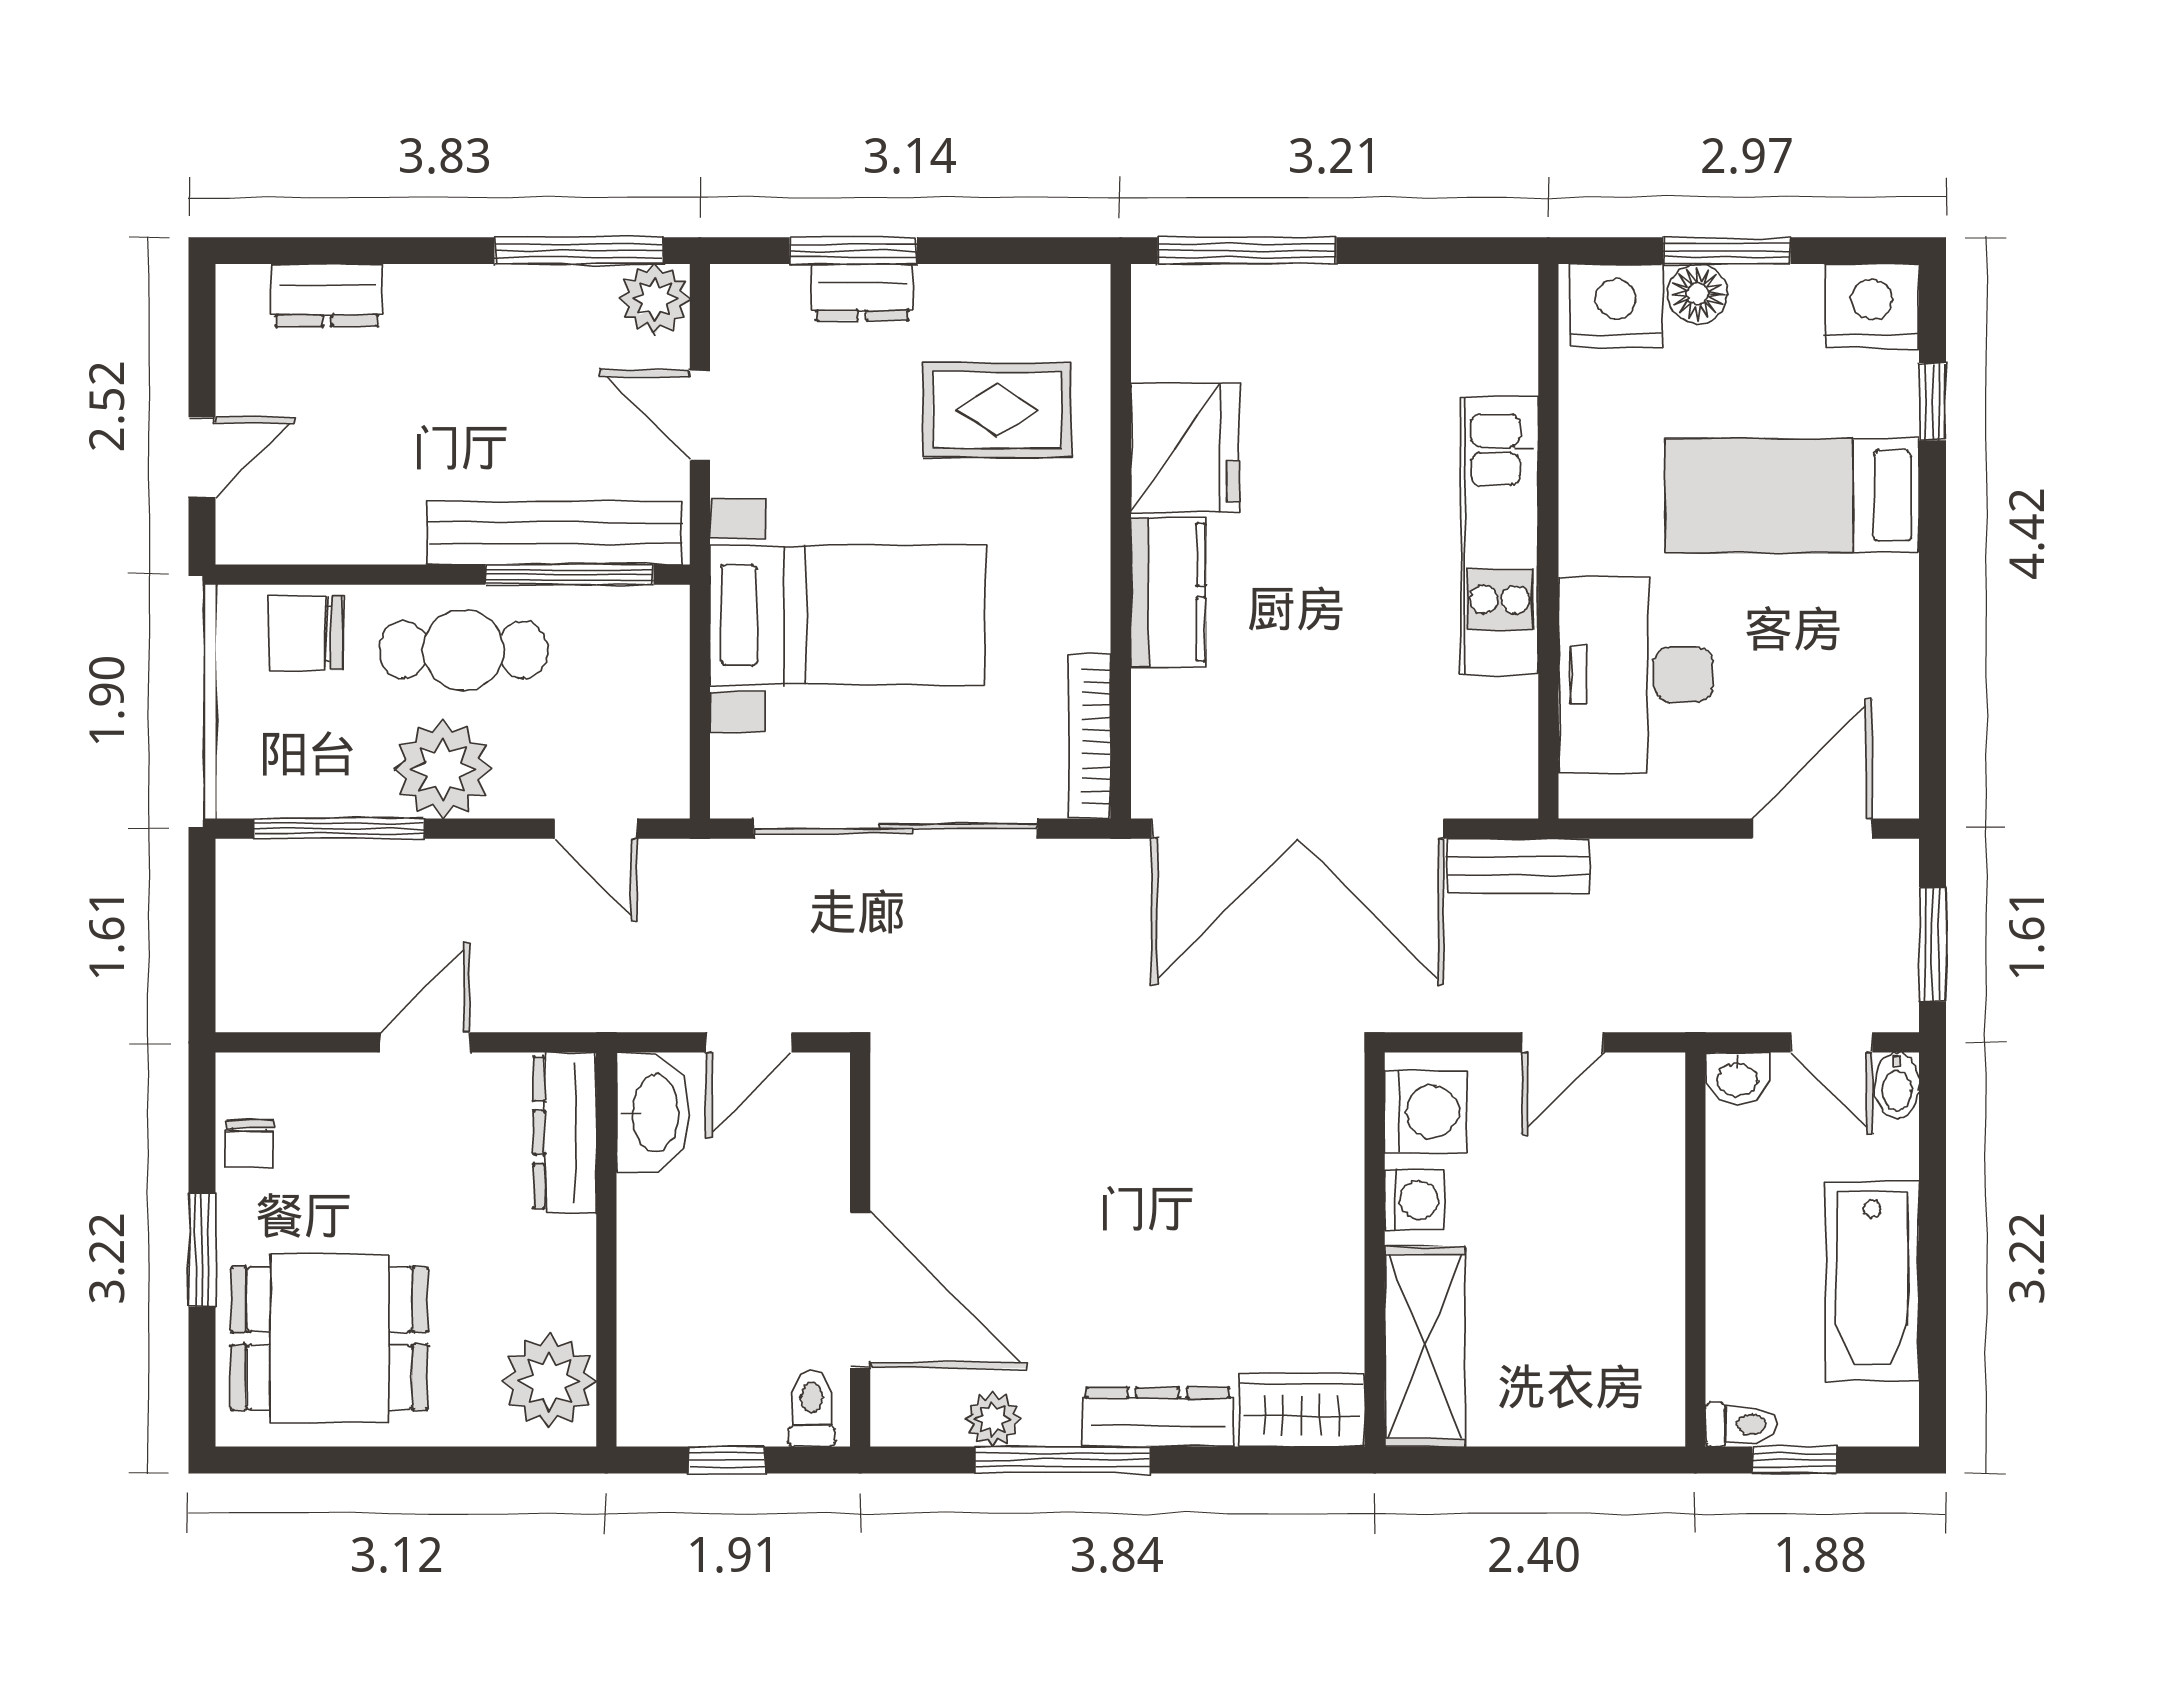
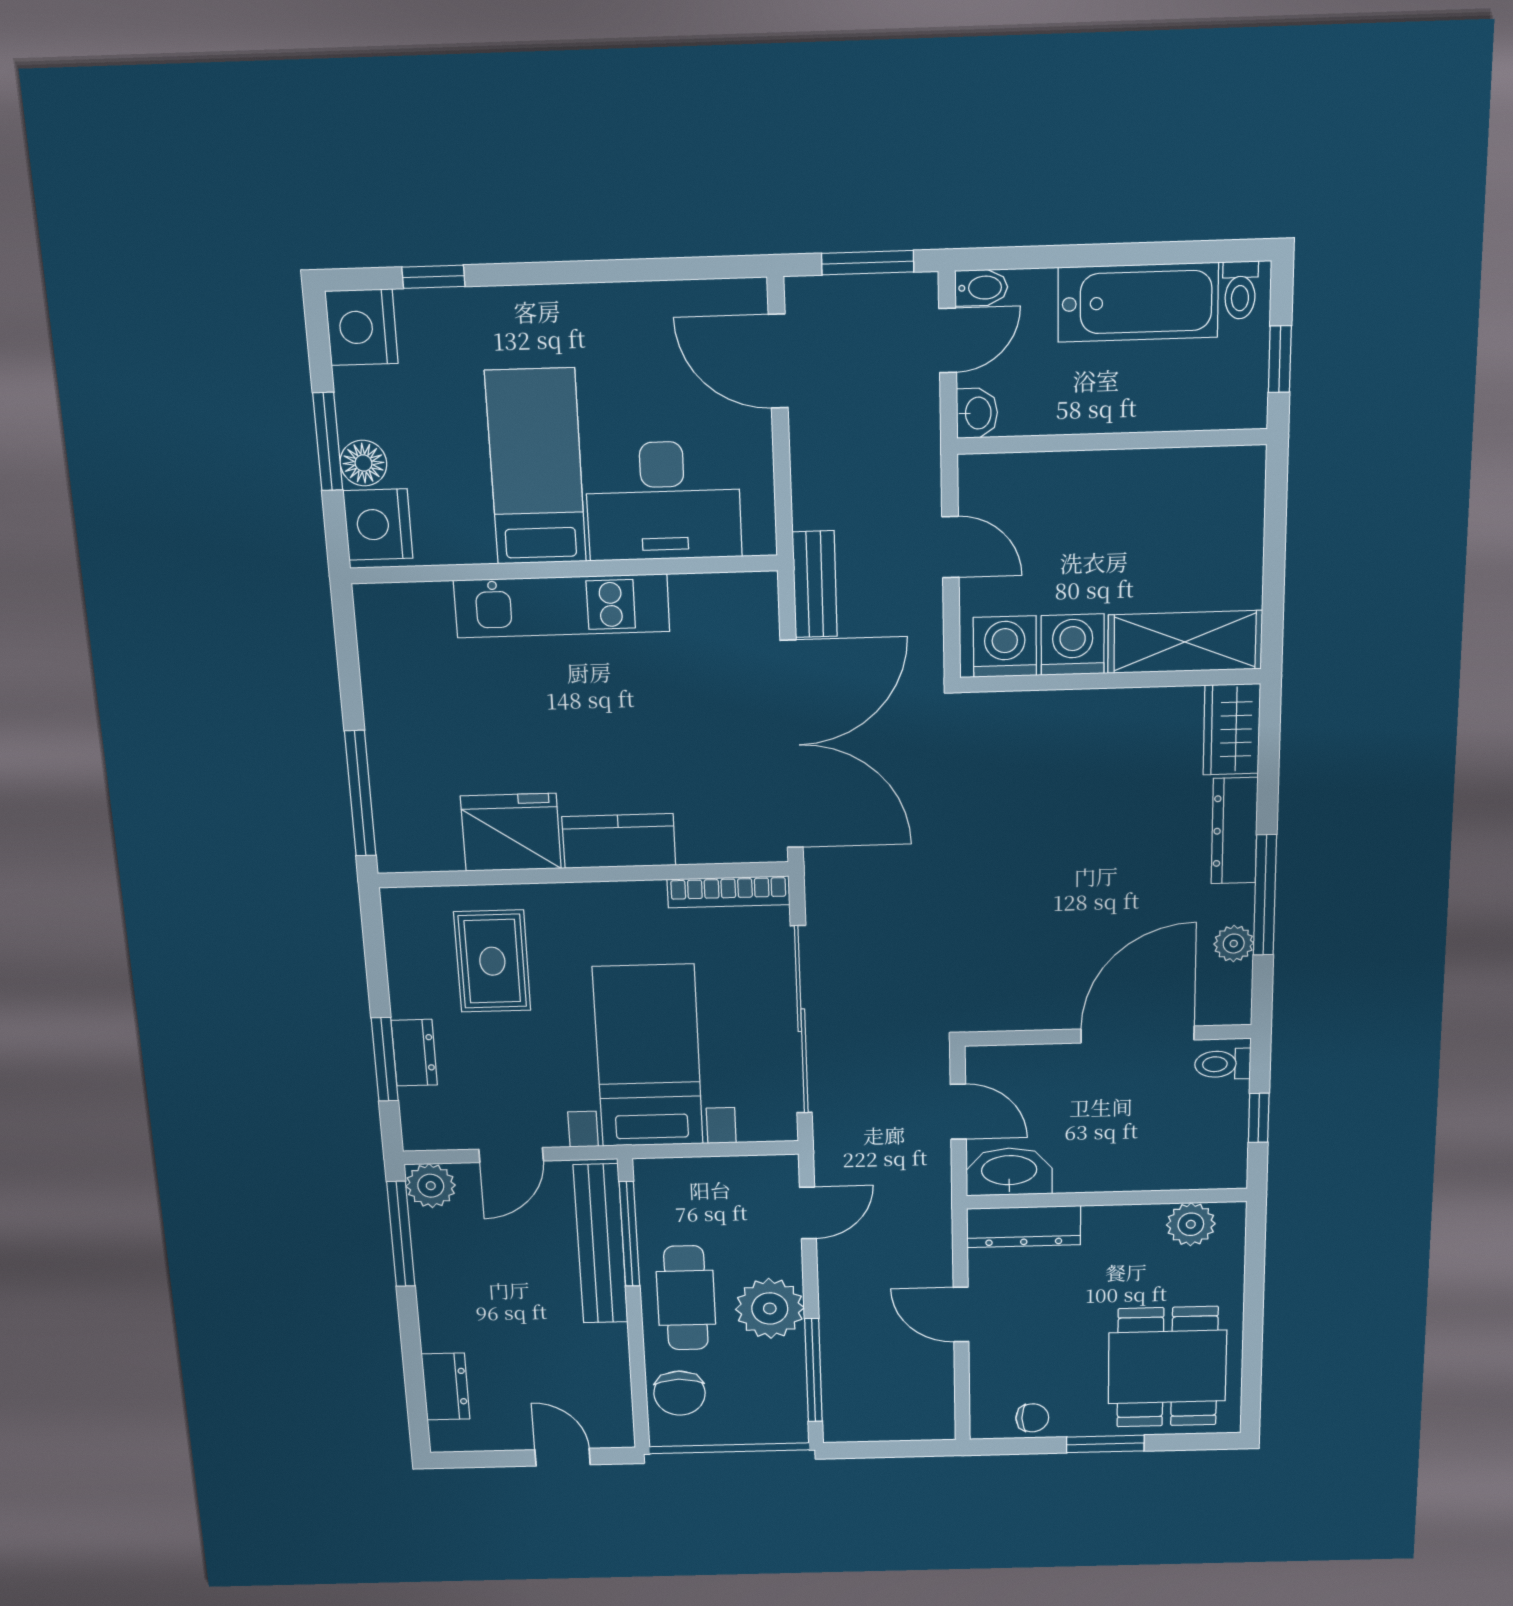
bed: (1792, 496) -> (536, 467), moved, turned 180
washing machine: (1414, 1200) -> (1073, 645), width x1.38, depth x1.38
plant: (549, 1381) -> (1191, 1224), width x0.73, depth x0.73
toilet: (1741, 1425) -> (1240, 290), moved, turned 180

